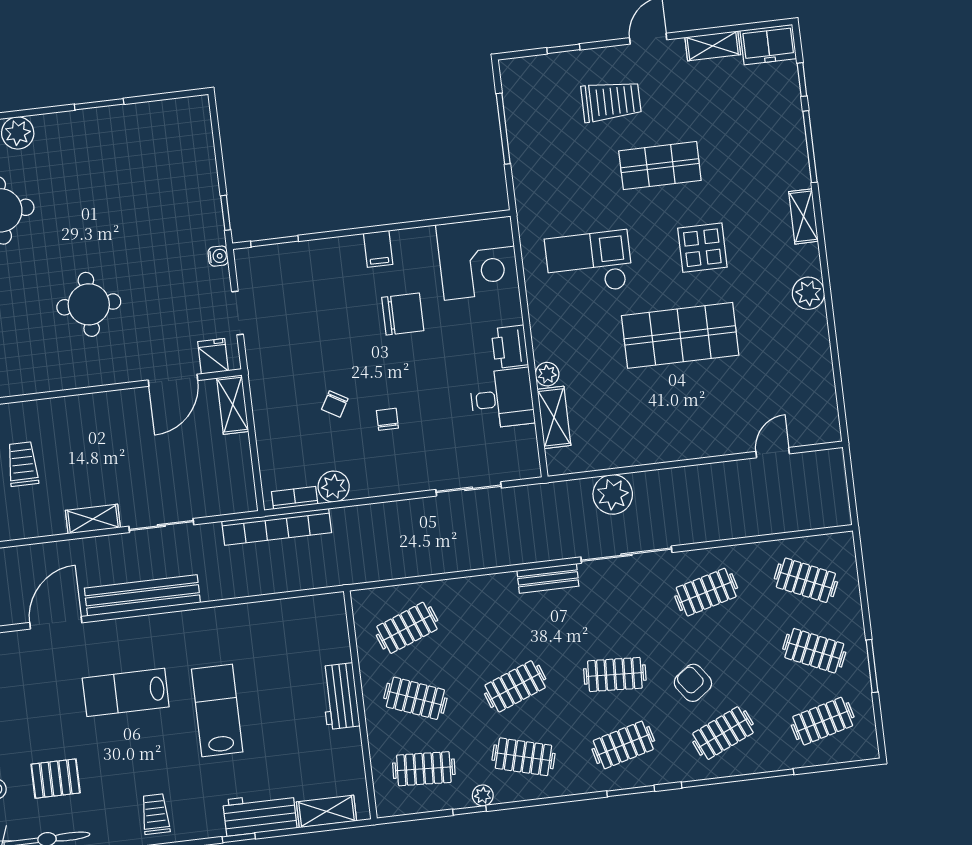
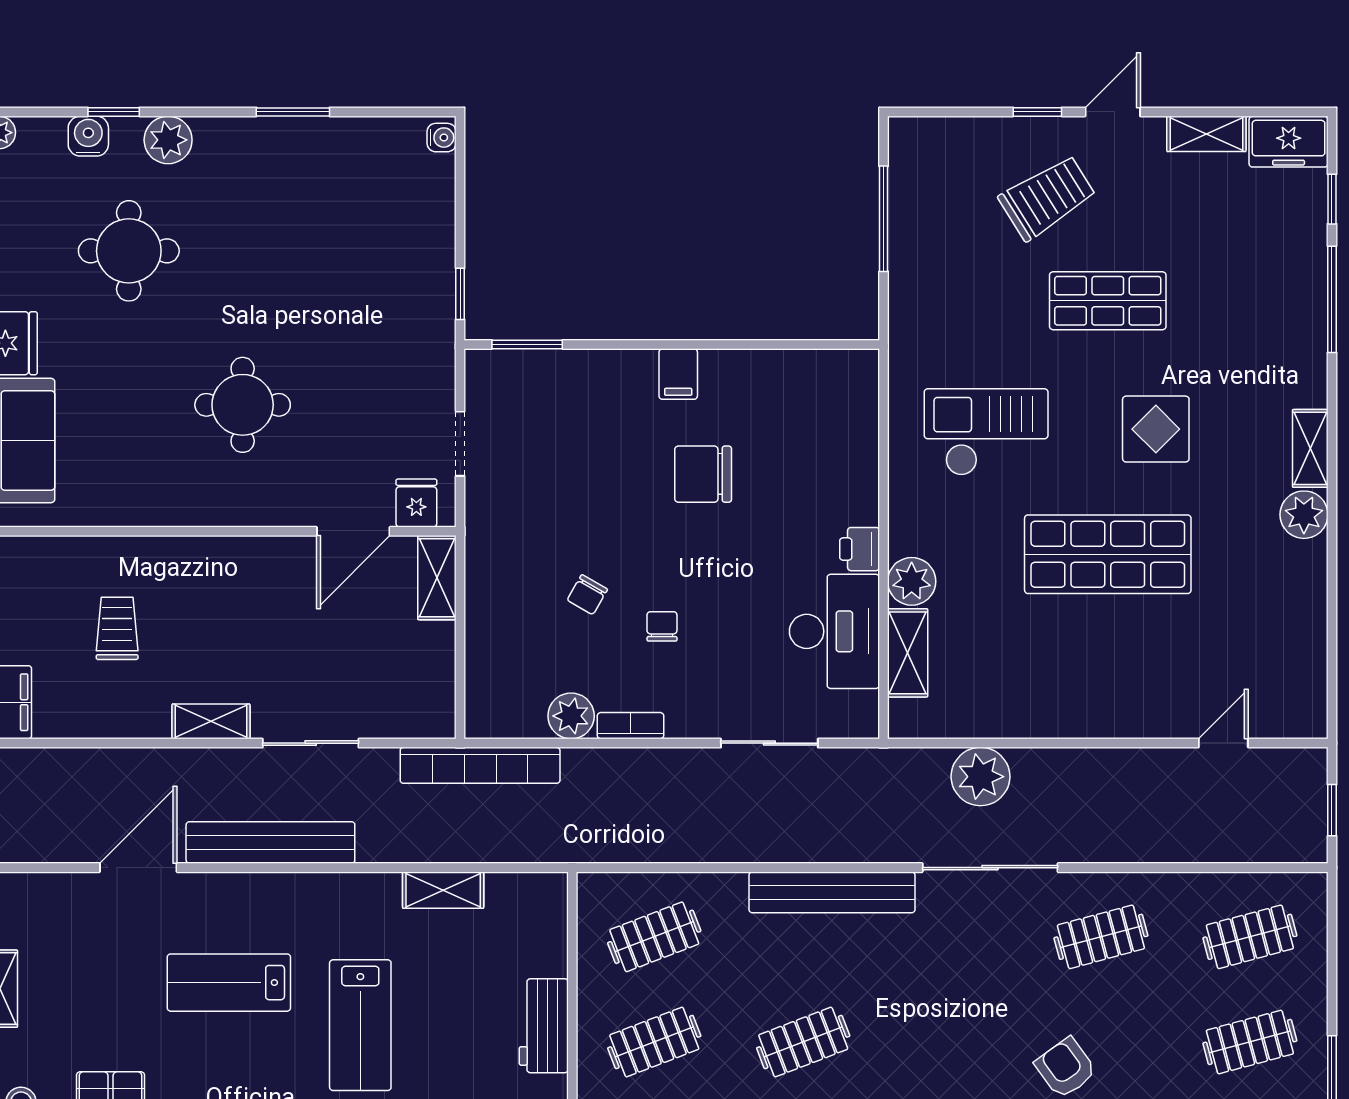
window: (563, 49) -> (1037, 112), moved
trolley: (611, 101) -> (1047, 197), turned -32
shelving: (804, 216) -> (1310, 448), moved
water cooler: (218, 256) -> (442, 138), moved
corner desk: (478, 258) -> (823, 405), removed
chair: (403, 314) -> (703, 474), turned 180
printer: (510, 347) -> (860, 549), width x0.73, depth x0.81
plant: (547, 374) -> (912, 581), width x1.38, depth x1.38
desk: (502, 398) -> (834, 631), width x1.37
window: (851, 489) -> (1332, 810), added
bookcase: (295, 498) -> (631, 726), moved
bench: (548, 578) -> (832, 892), width x1.86, depth x1.21
clothes rail: (806, 580) -> (1250, 937), turned -39
shelving: (262, 613) -> (443, 890), added
clothes rail: (814, 651) -> (1250, 1042), turned -39
clothes rail: (615, 674) -> (952, 1042), removed
clothes rail: (415, 698) -> (654, 1042), turned -42
lab bench: (217, 710) -> (360, 1025), turned 180

